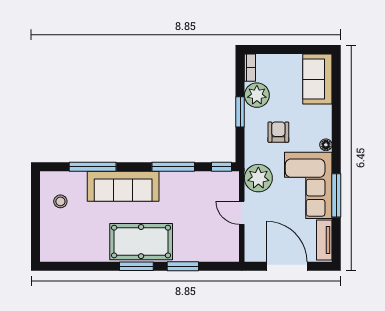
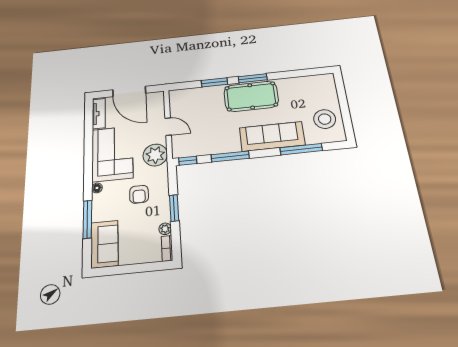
plant: (257, 95) -> (165, 229), width x0.53, depth x0.53
window: (336, 195) -> (87, 219), moved
stool: (60, 201) -> (325, 119), width x1.89, depth x1.89

